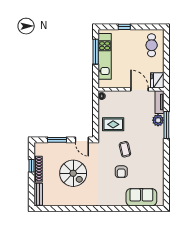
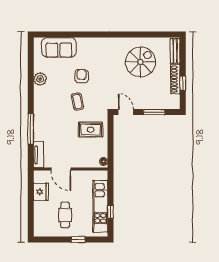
cafe table: (152, 45) -> (65, 215), moved
window: (96, 52) -> (110, 212), width x0.46
fridge: (157, 80) -> (41, 192), moved
plant: (158, 120) -> (40, 79), moved
spiral stairs: (73, 173) -> (140, 62), moved, turned 90

